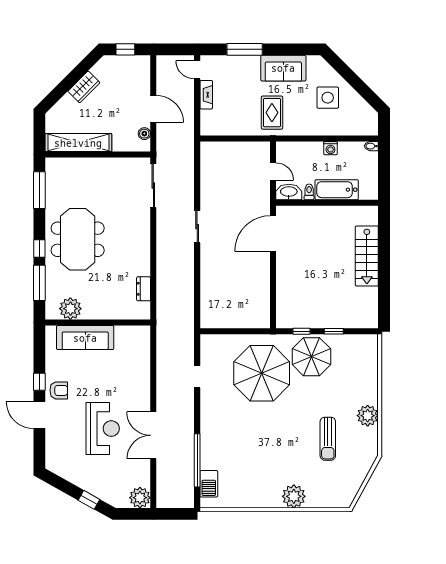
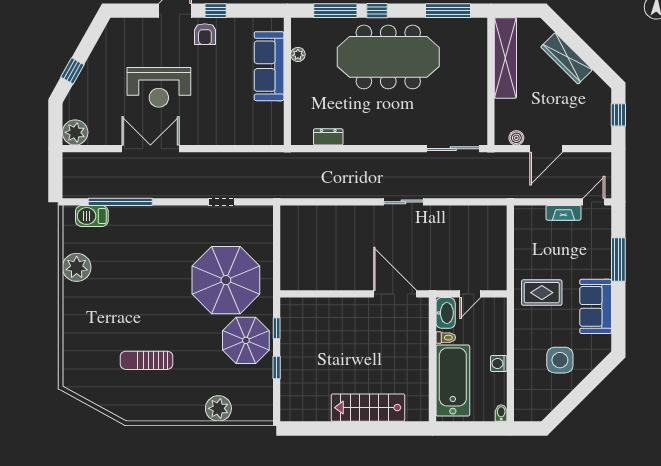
wardrobe: (84, 87) -> (567, 58), width x1.50
bathtub: (337, 190) -> (453, 381), width x1.36, depth x1.36
meeting table: (78, 239) -> (388, 57), width x1.36
plant: (70, 309) -> (298, 54), width x0.53, depth x0.53
plant: (368, 416) -> (218, 408), moved
plant: (294, 496) -> (77, 267), moved

